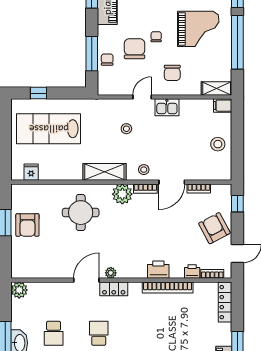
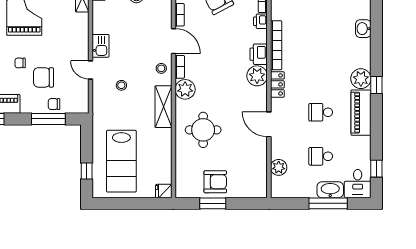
chair: (156, 37) -> (20, 63), moved
chair: (172, 73) -> (67, 41), removed
fridge: (31, 172) -> (164, 191), moved
plant: (111, 273) -> (257, 76), moved, width x1.88, depth x1.88
locker: (114, 289) -> (277, 84), moved
plant: (19, 290) -> (279, 167), moved
school desk: (54, 333) -> (321, 156), turned 180

